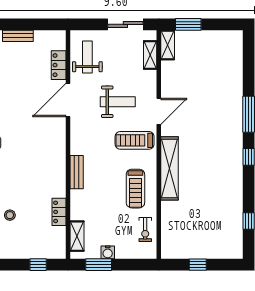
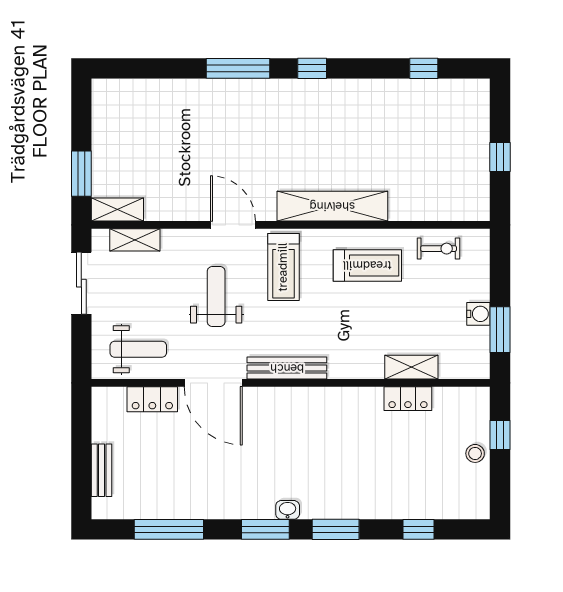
weight bench: (87, 57) -> (138, 349), turned 180
bench: (77, 172) -> (287, 368), moved, width x1.36
stool: (10, 215) -> (475, 453), moved
shelving: (77, 236) -> (411, 367), moved

